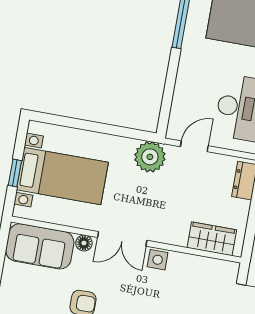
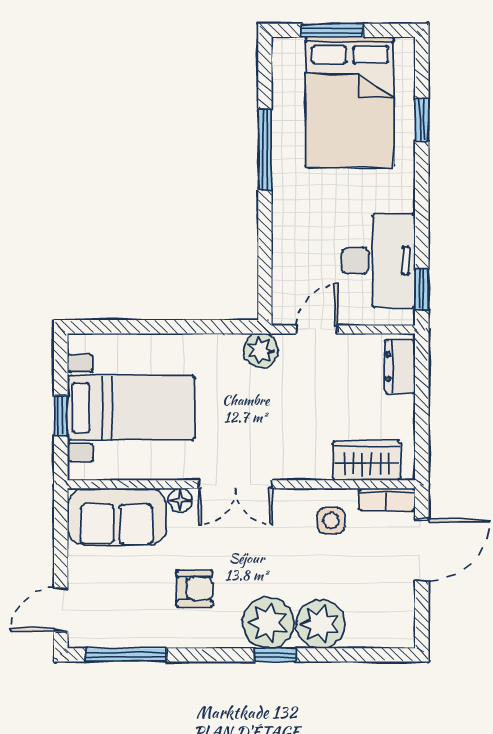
plant: (150, 157) -> (261, 350), width x0.73, depth x0.73
side table: (158, 260) -> (331, 520), moved
bookcase: (221, 267) -> (387, 499), added

